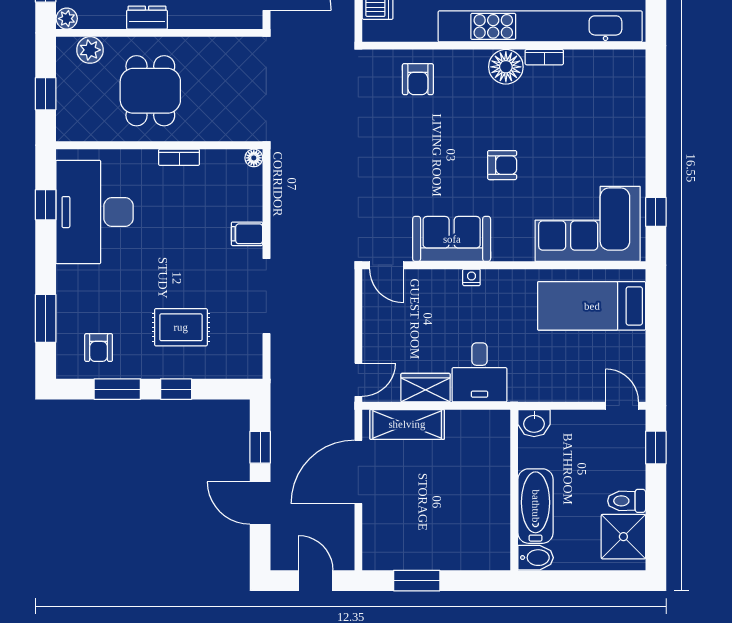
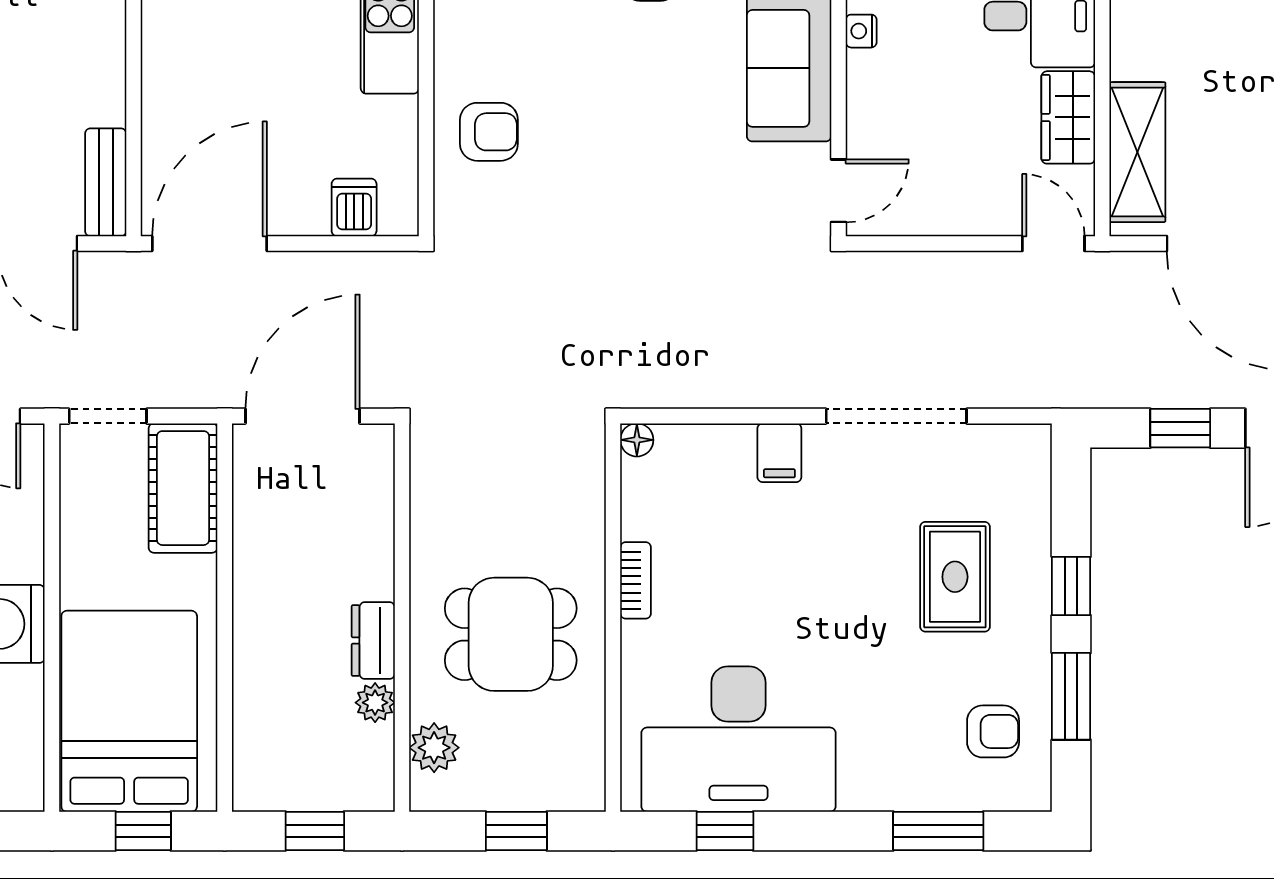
plant: (67, 19) -> (375, 703), moved

